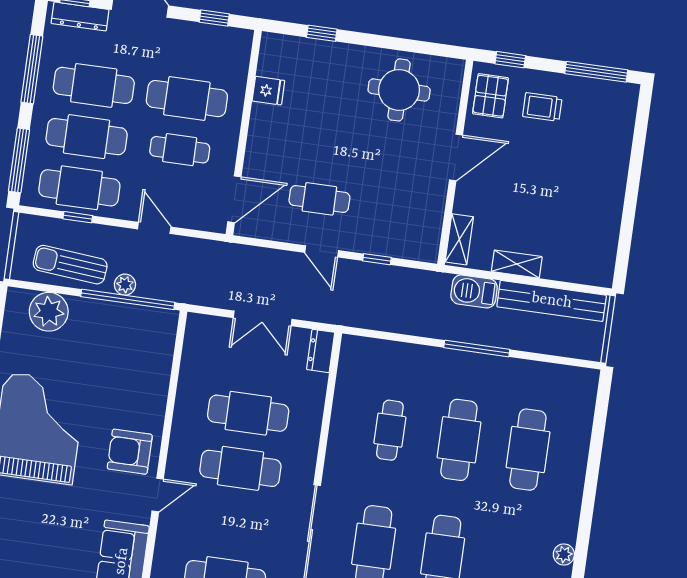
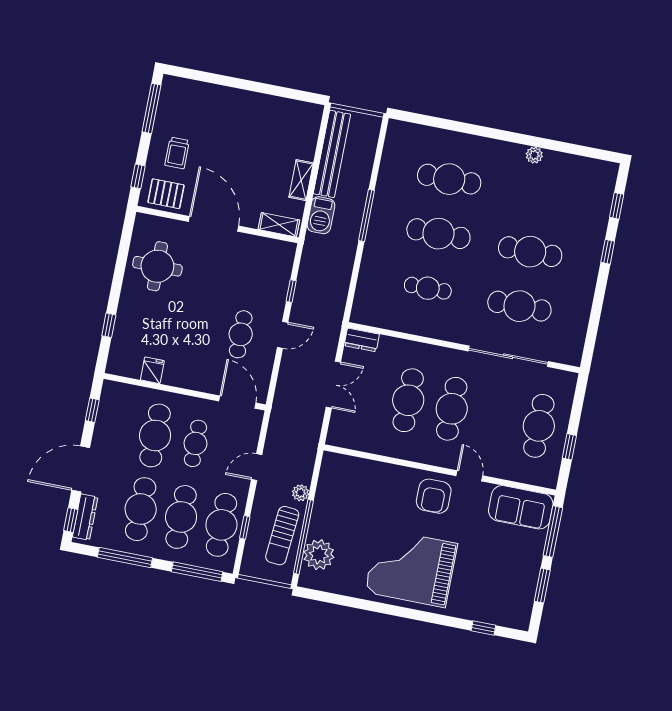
door: (456, 157) -> (214, 224), width x1.36
window: (128, 299) -> (303, 537), moved

